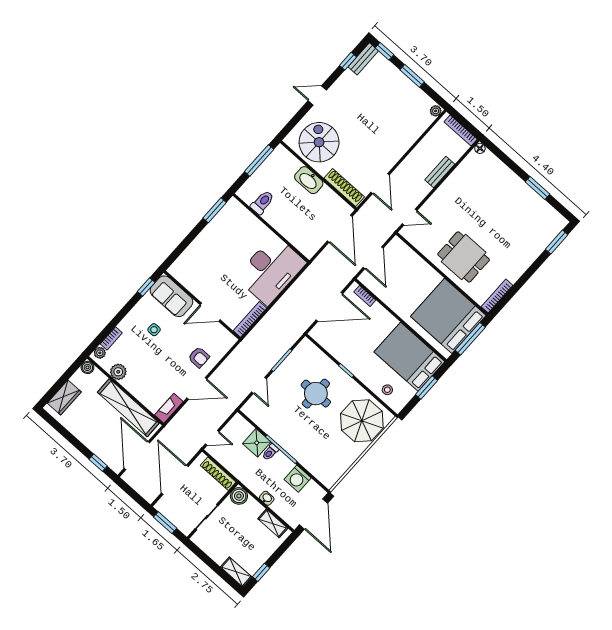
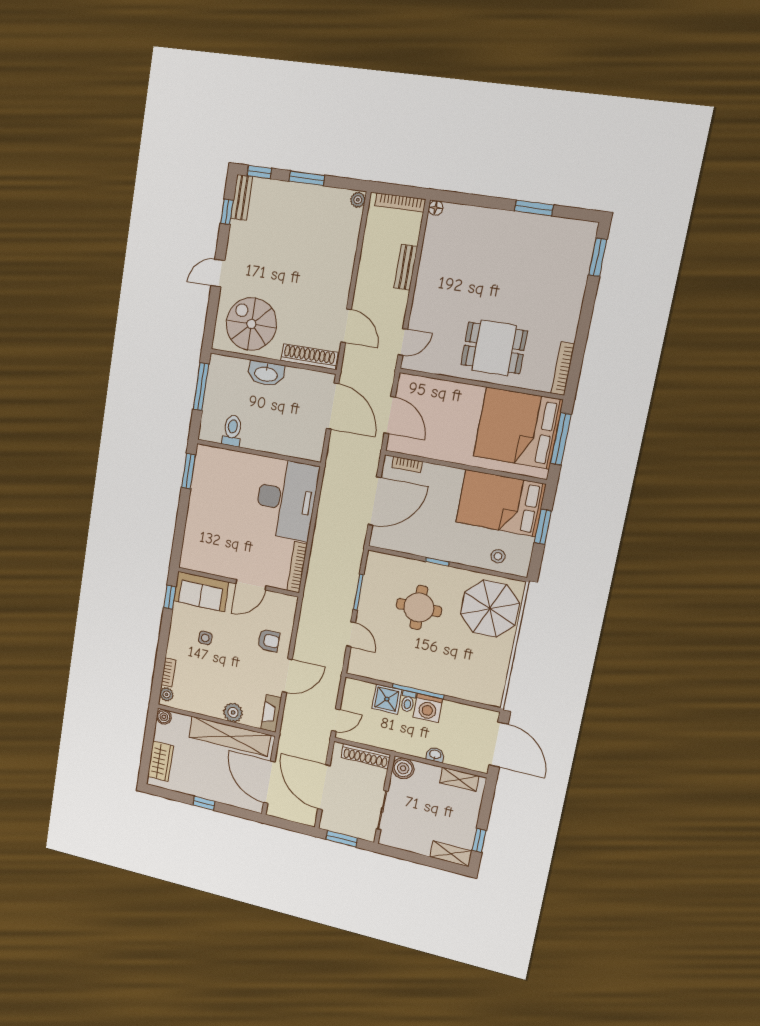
plant: (118, 372) -> (233, 712), moved
window: (98, 463) -> (204, 803), moved
washing machine: (298, 479) -> (428, 708), moved

